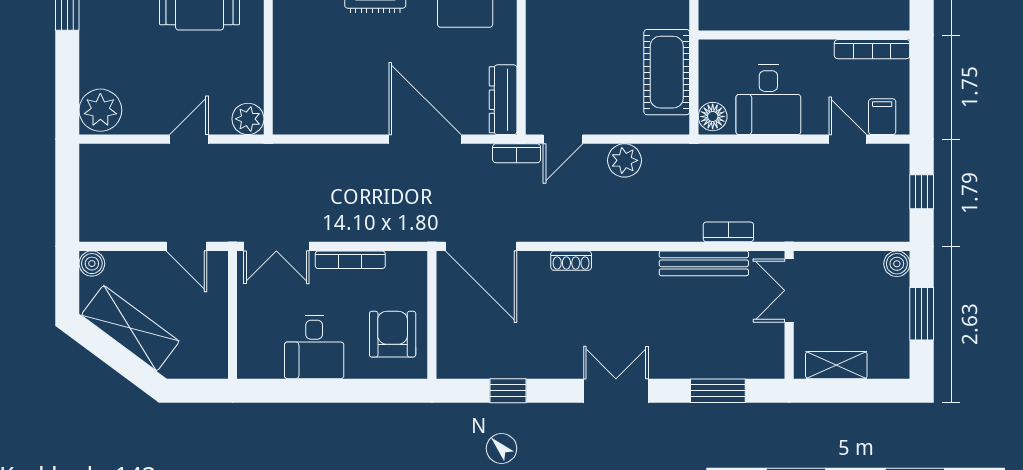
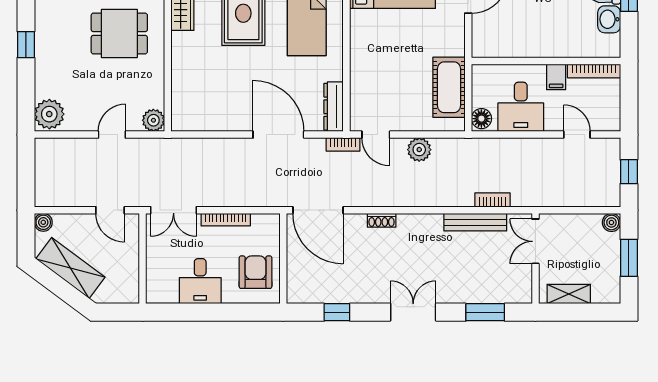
filing cabinet: (882, 117) -> (556, 77), moved, turned 180
door: (563, 139) -> (376, 135), hinge flipped

